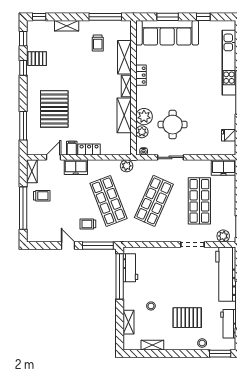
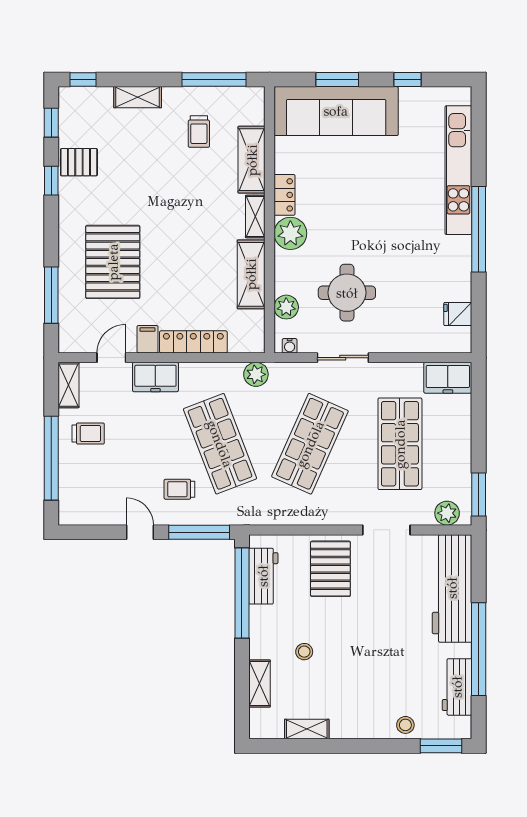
plant: (144, 117) -> (290, 233), moved
locker: (89, 149) -> (193, 342), width x1.53
pallet: (187, 318) -> (330, 569), moved, turned 90

